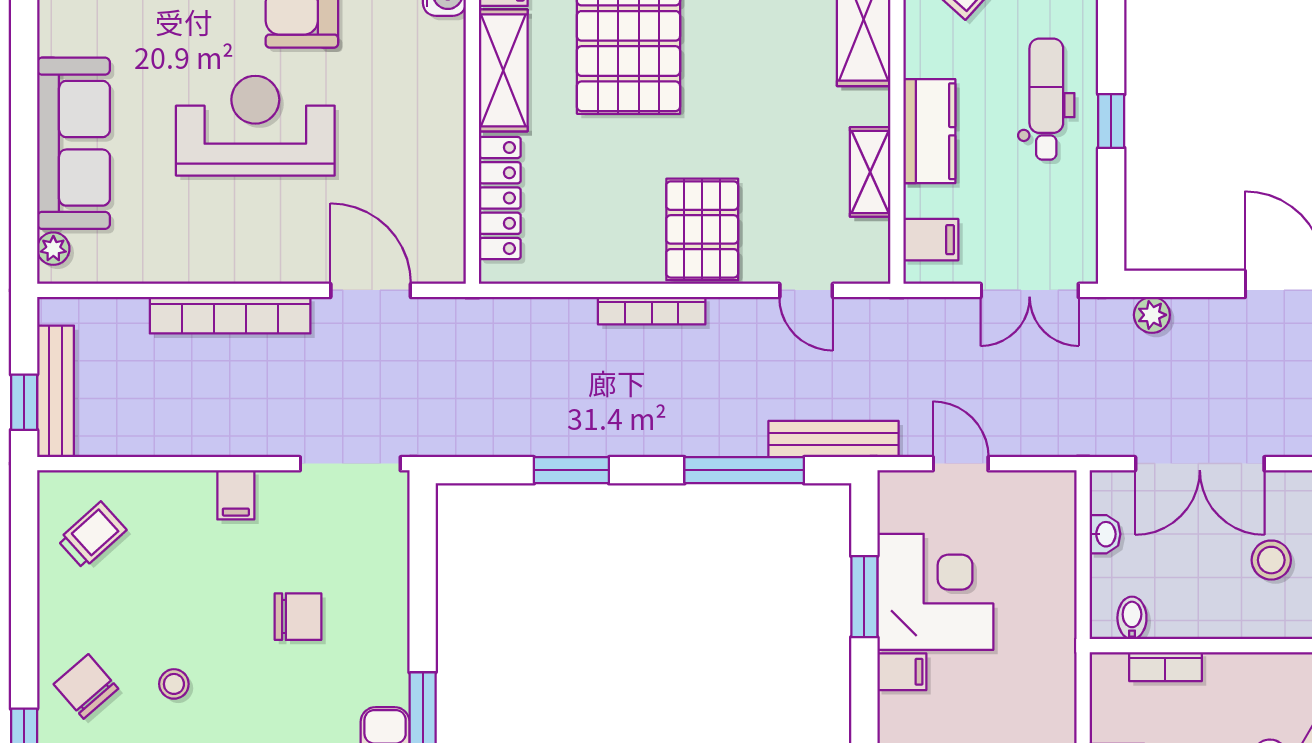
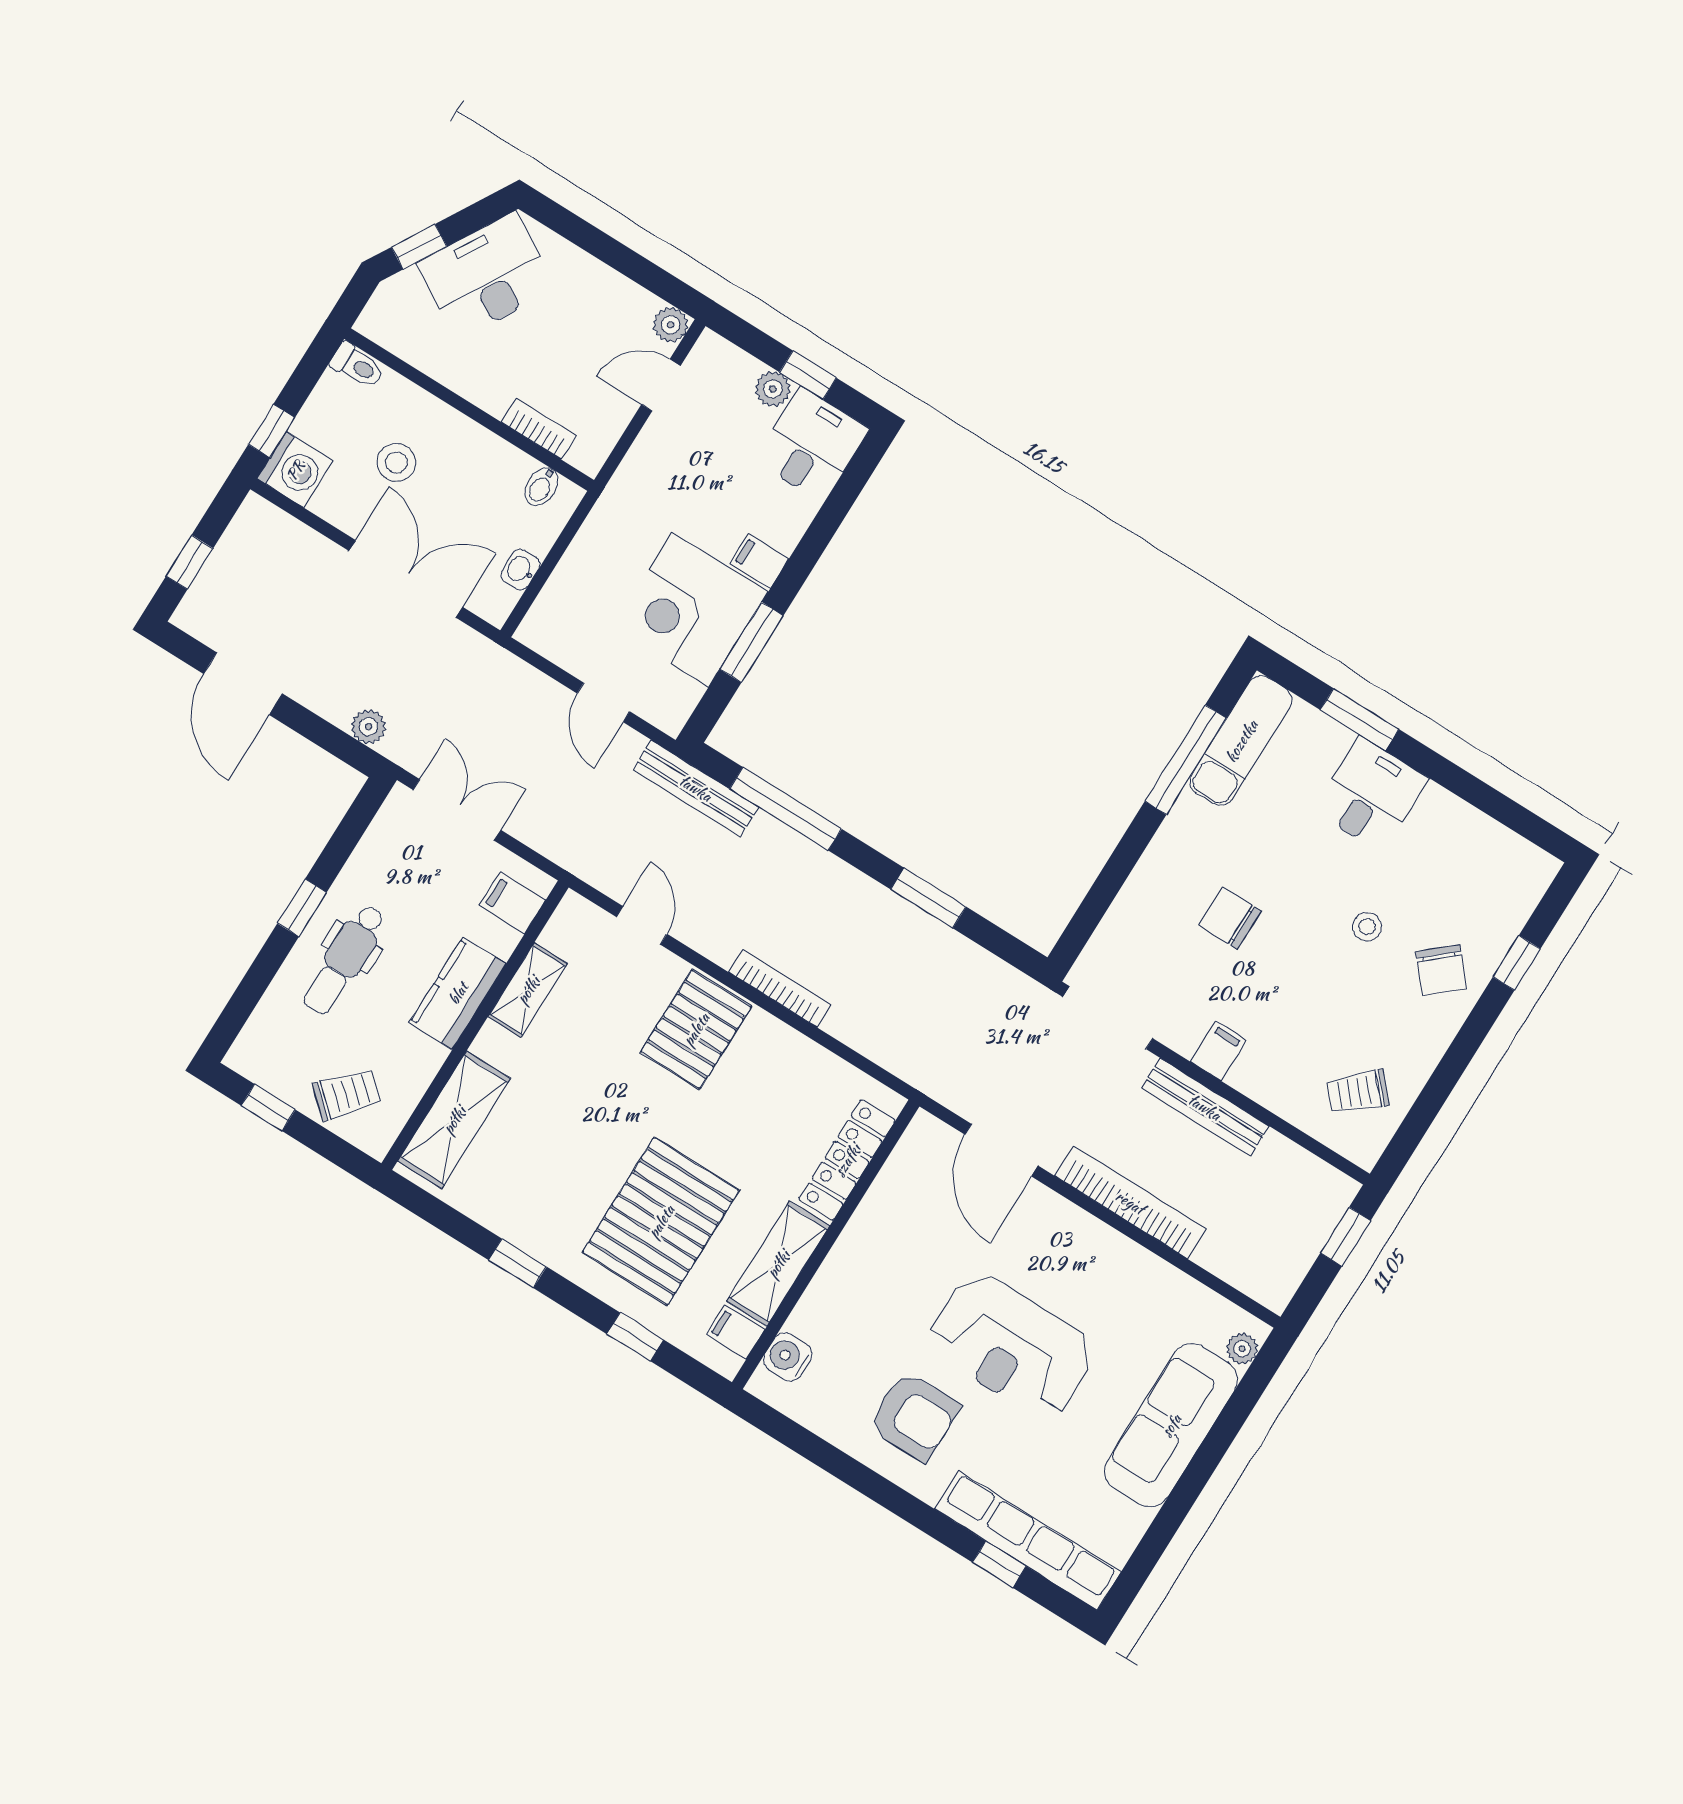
bench: (56, 391) -> (1205, 1107), moved, turned 90

